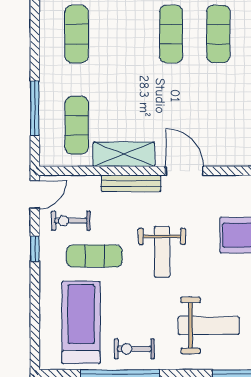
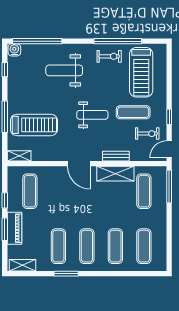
exercise mat: (124, 34) -> (115, 246), added
window: (35, 108) -> (169, 187), moved
bench: (131, 183) -> (116, 156), width x0.73
weight bench: (162, 252) -> (92, 115), turned 90

